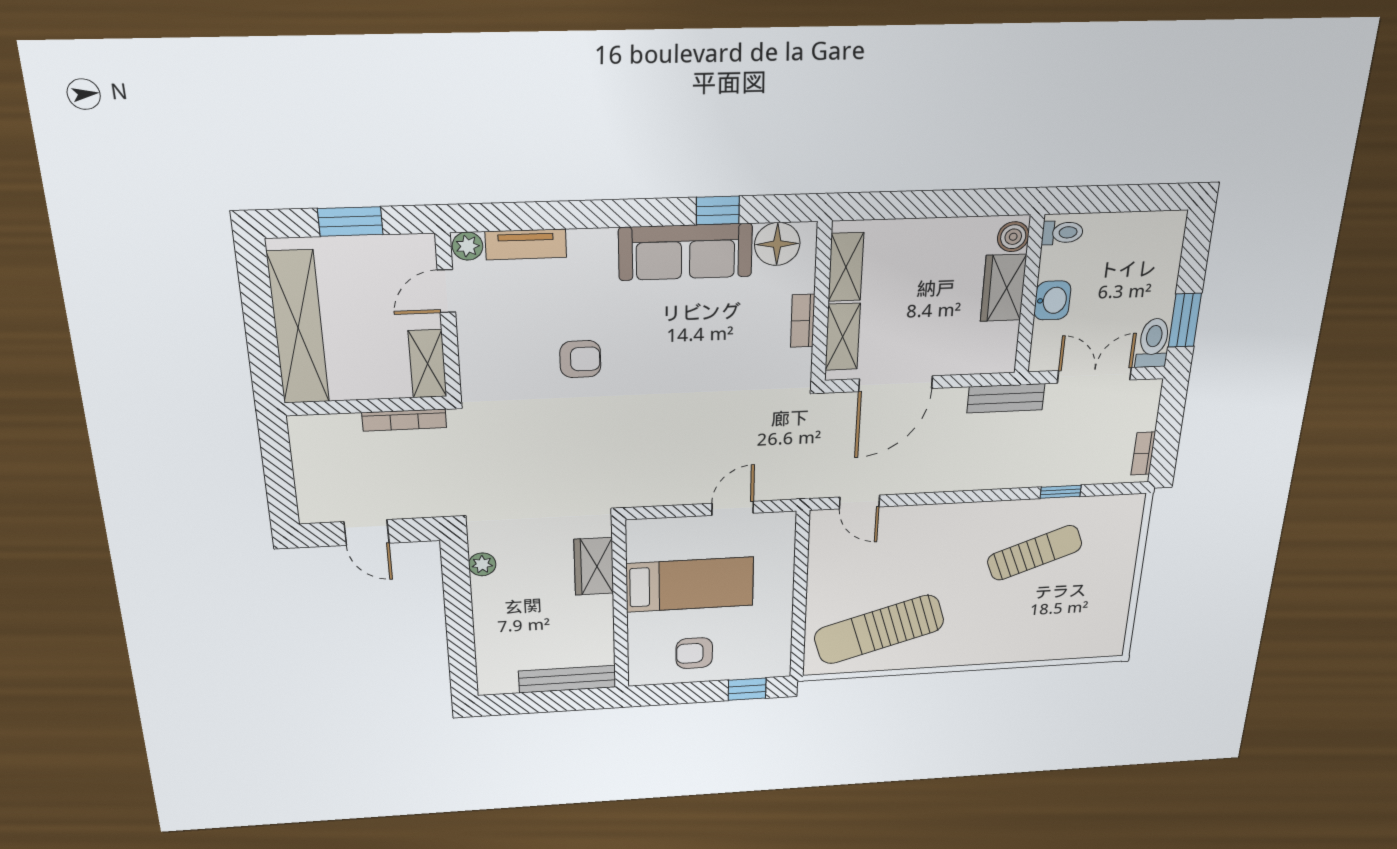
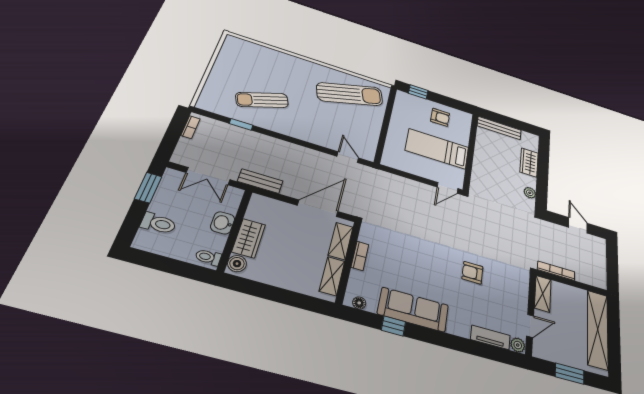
floor lamp: (777, 244) -> (359, 303), width x0.53, depth x0.53
toilet: (1153, 343) -> (158, 223), moved, turned -90
door: (733, 508) -> (448, 188), moved
wardrobe: (594, 566) -> (529, 162), moved, turned 180

